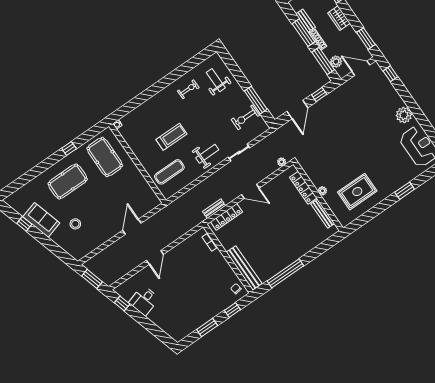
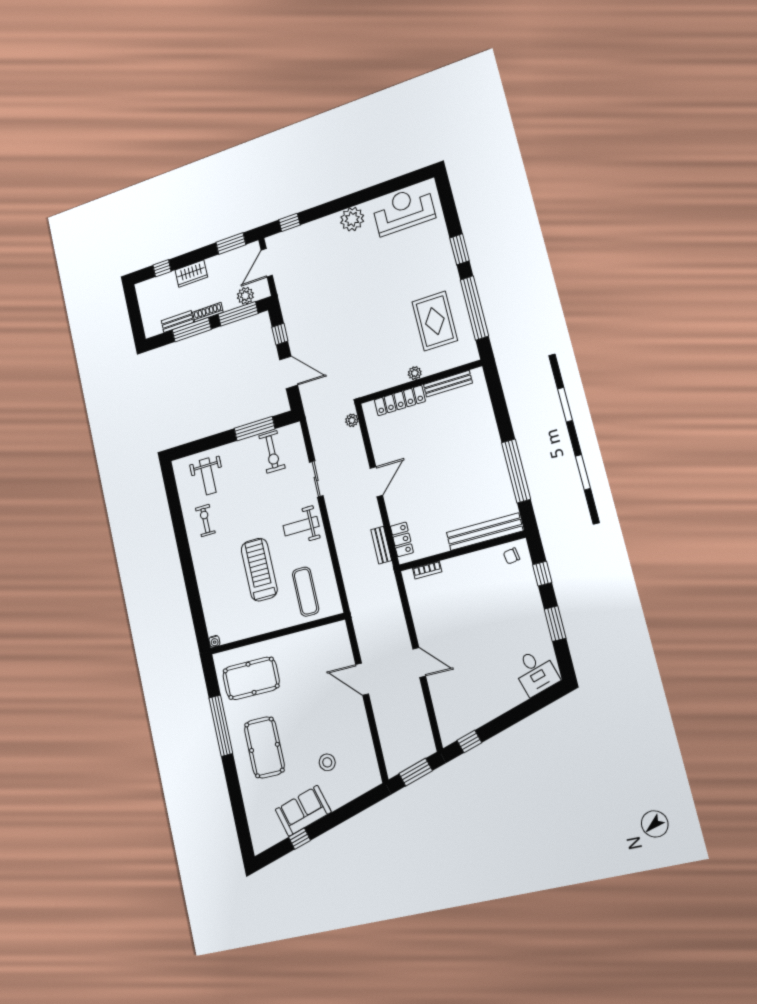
weight bench: (216, 80) -> (208, 476), turned -90
treadmill: (171, 137) -> (259, 570), width x1.37, depth x1.38
window: (69, 149) -> (221, 726), width x3.17
weight bench: (207, 154) -> (301, 526), turned -90
window: (372, 213) -> (474, 308), added
locker: (226, 217) -> (402, 539), width x0.66
desk: (144, 301) -> (536, 672), moved

